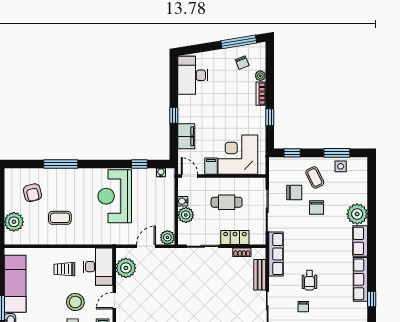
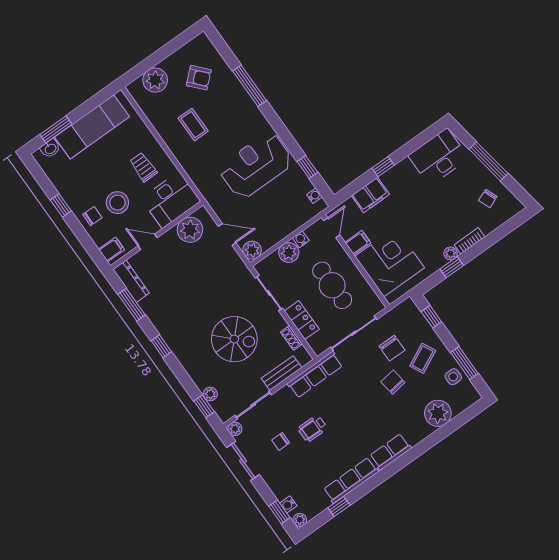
window: (239, 42) -> (488, 161), moved
plant: (260, 76) -> (451, 253), moved
armchair: (32, 193) -> (199, 78), turned -118
cafe table: (227, 202) -> (332, 285), width x1.37, depth x1.35
chair: (317, 207) -> (393, 382), turned 82
plant: (357, 214) -> (438, 413), moved
spiral stairs: (216, 290) -> (234, 339), added

